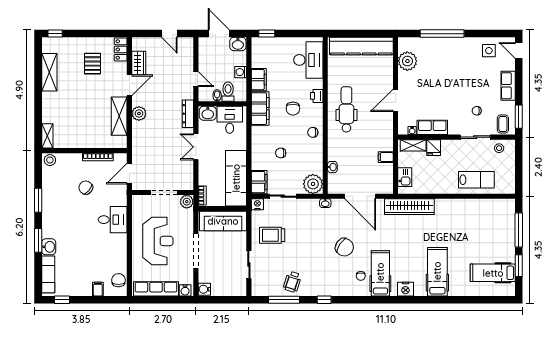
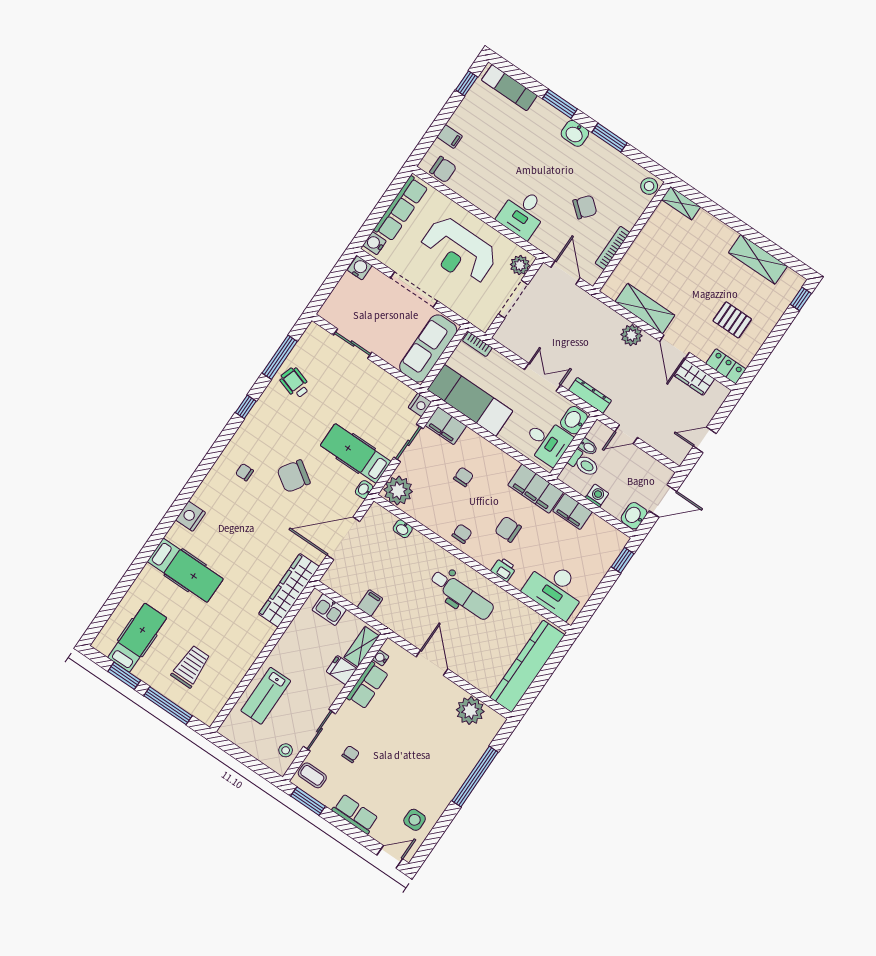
plant: (187, 202) -> (520, 265), moved
trolley: (272, 235) -> (191, 666), moved
washbasin: (49, 247) -> (575, 133), moved
hospital bed: (380, 273) -> (356, 454), moved, turned 180

